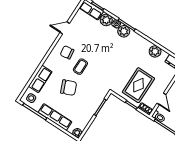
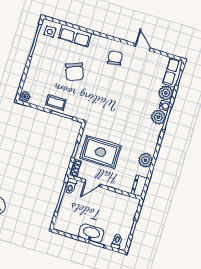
coffee table: (80, 67) -> (56, 102), moved
row of seats: (55, 117) -> (36, 66), removed

